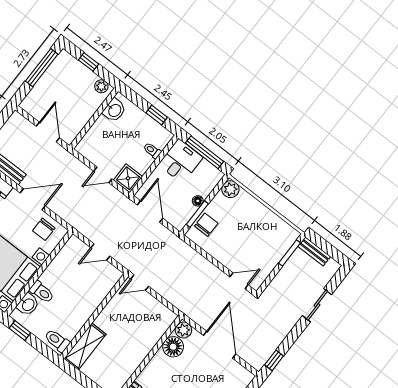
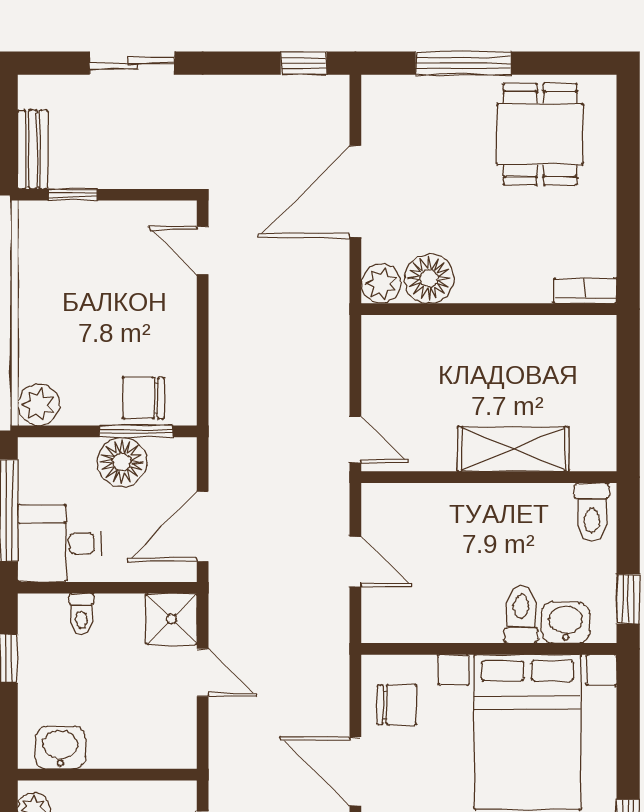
floor lamp: (198, 201) -> (122, 462), width x1.89, depth x1.89
window: (289, 253) -> (73, 195), width x0.67
shelving: (85, 346) -> (513, 449), moved

